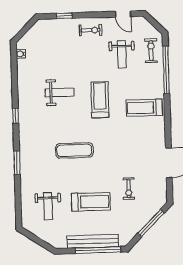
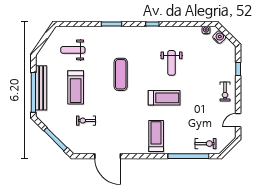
water cooler: (28, 39) -> (219, 37), added
weight bench: (122, 54) -> (203, 118), removed

